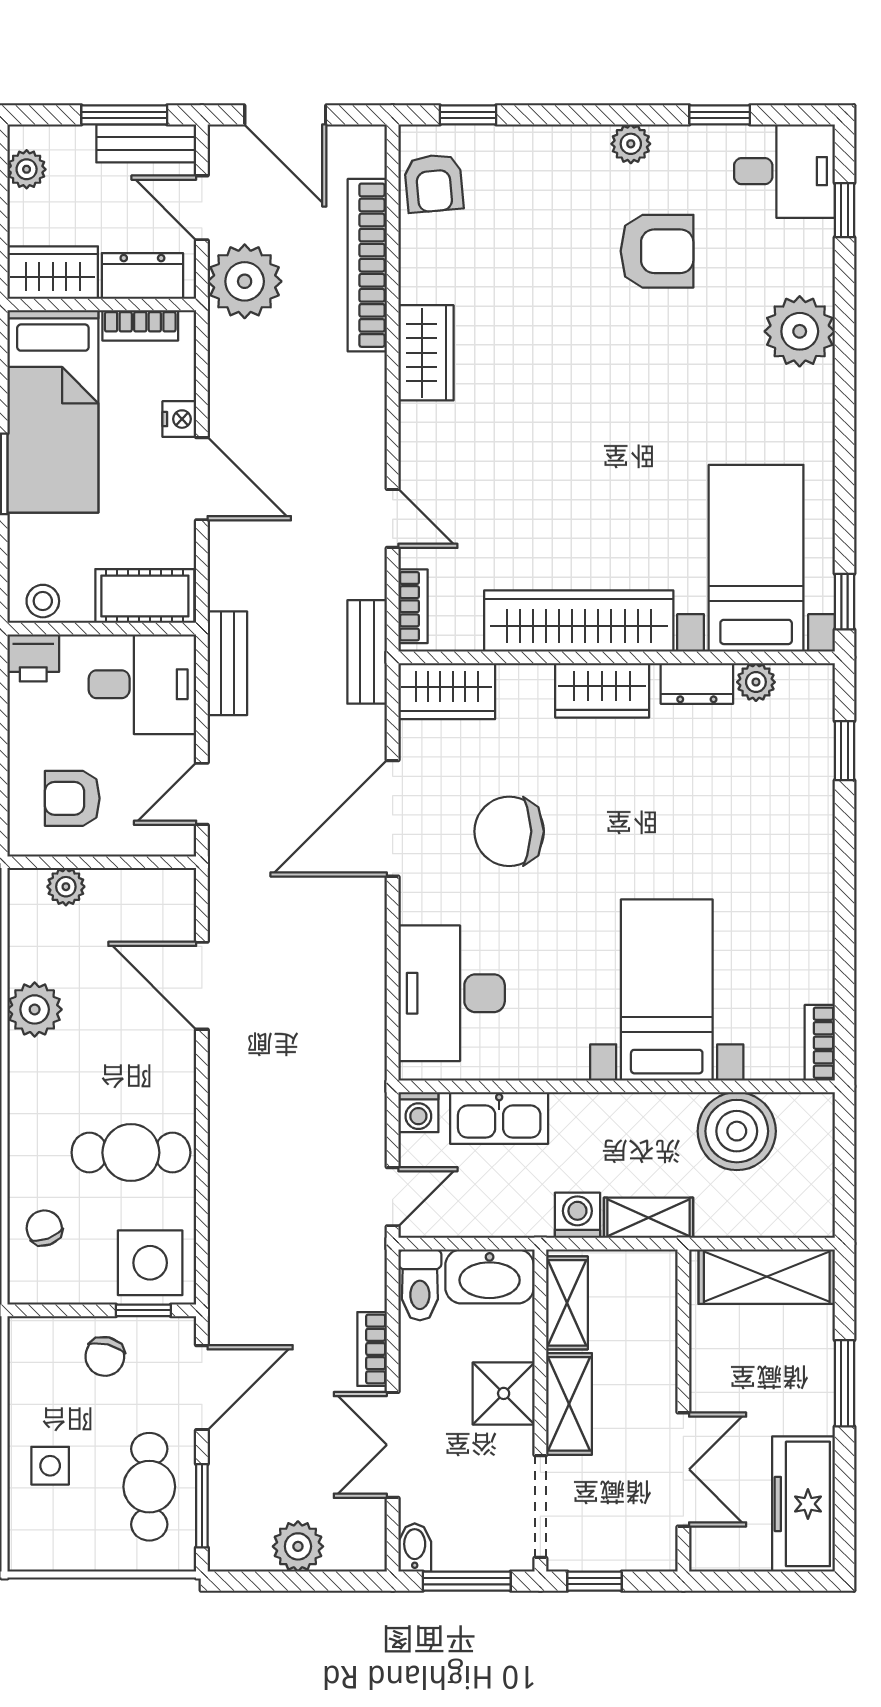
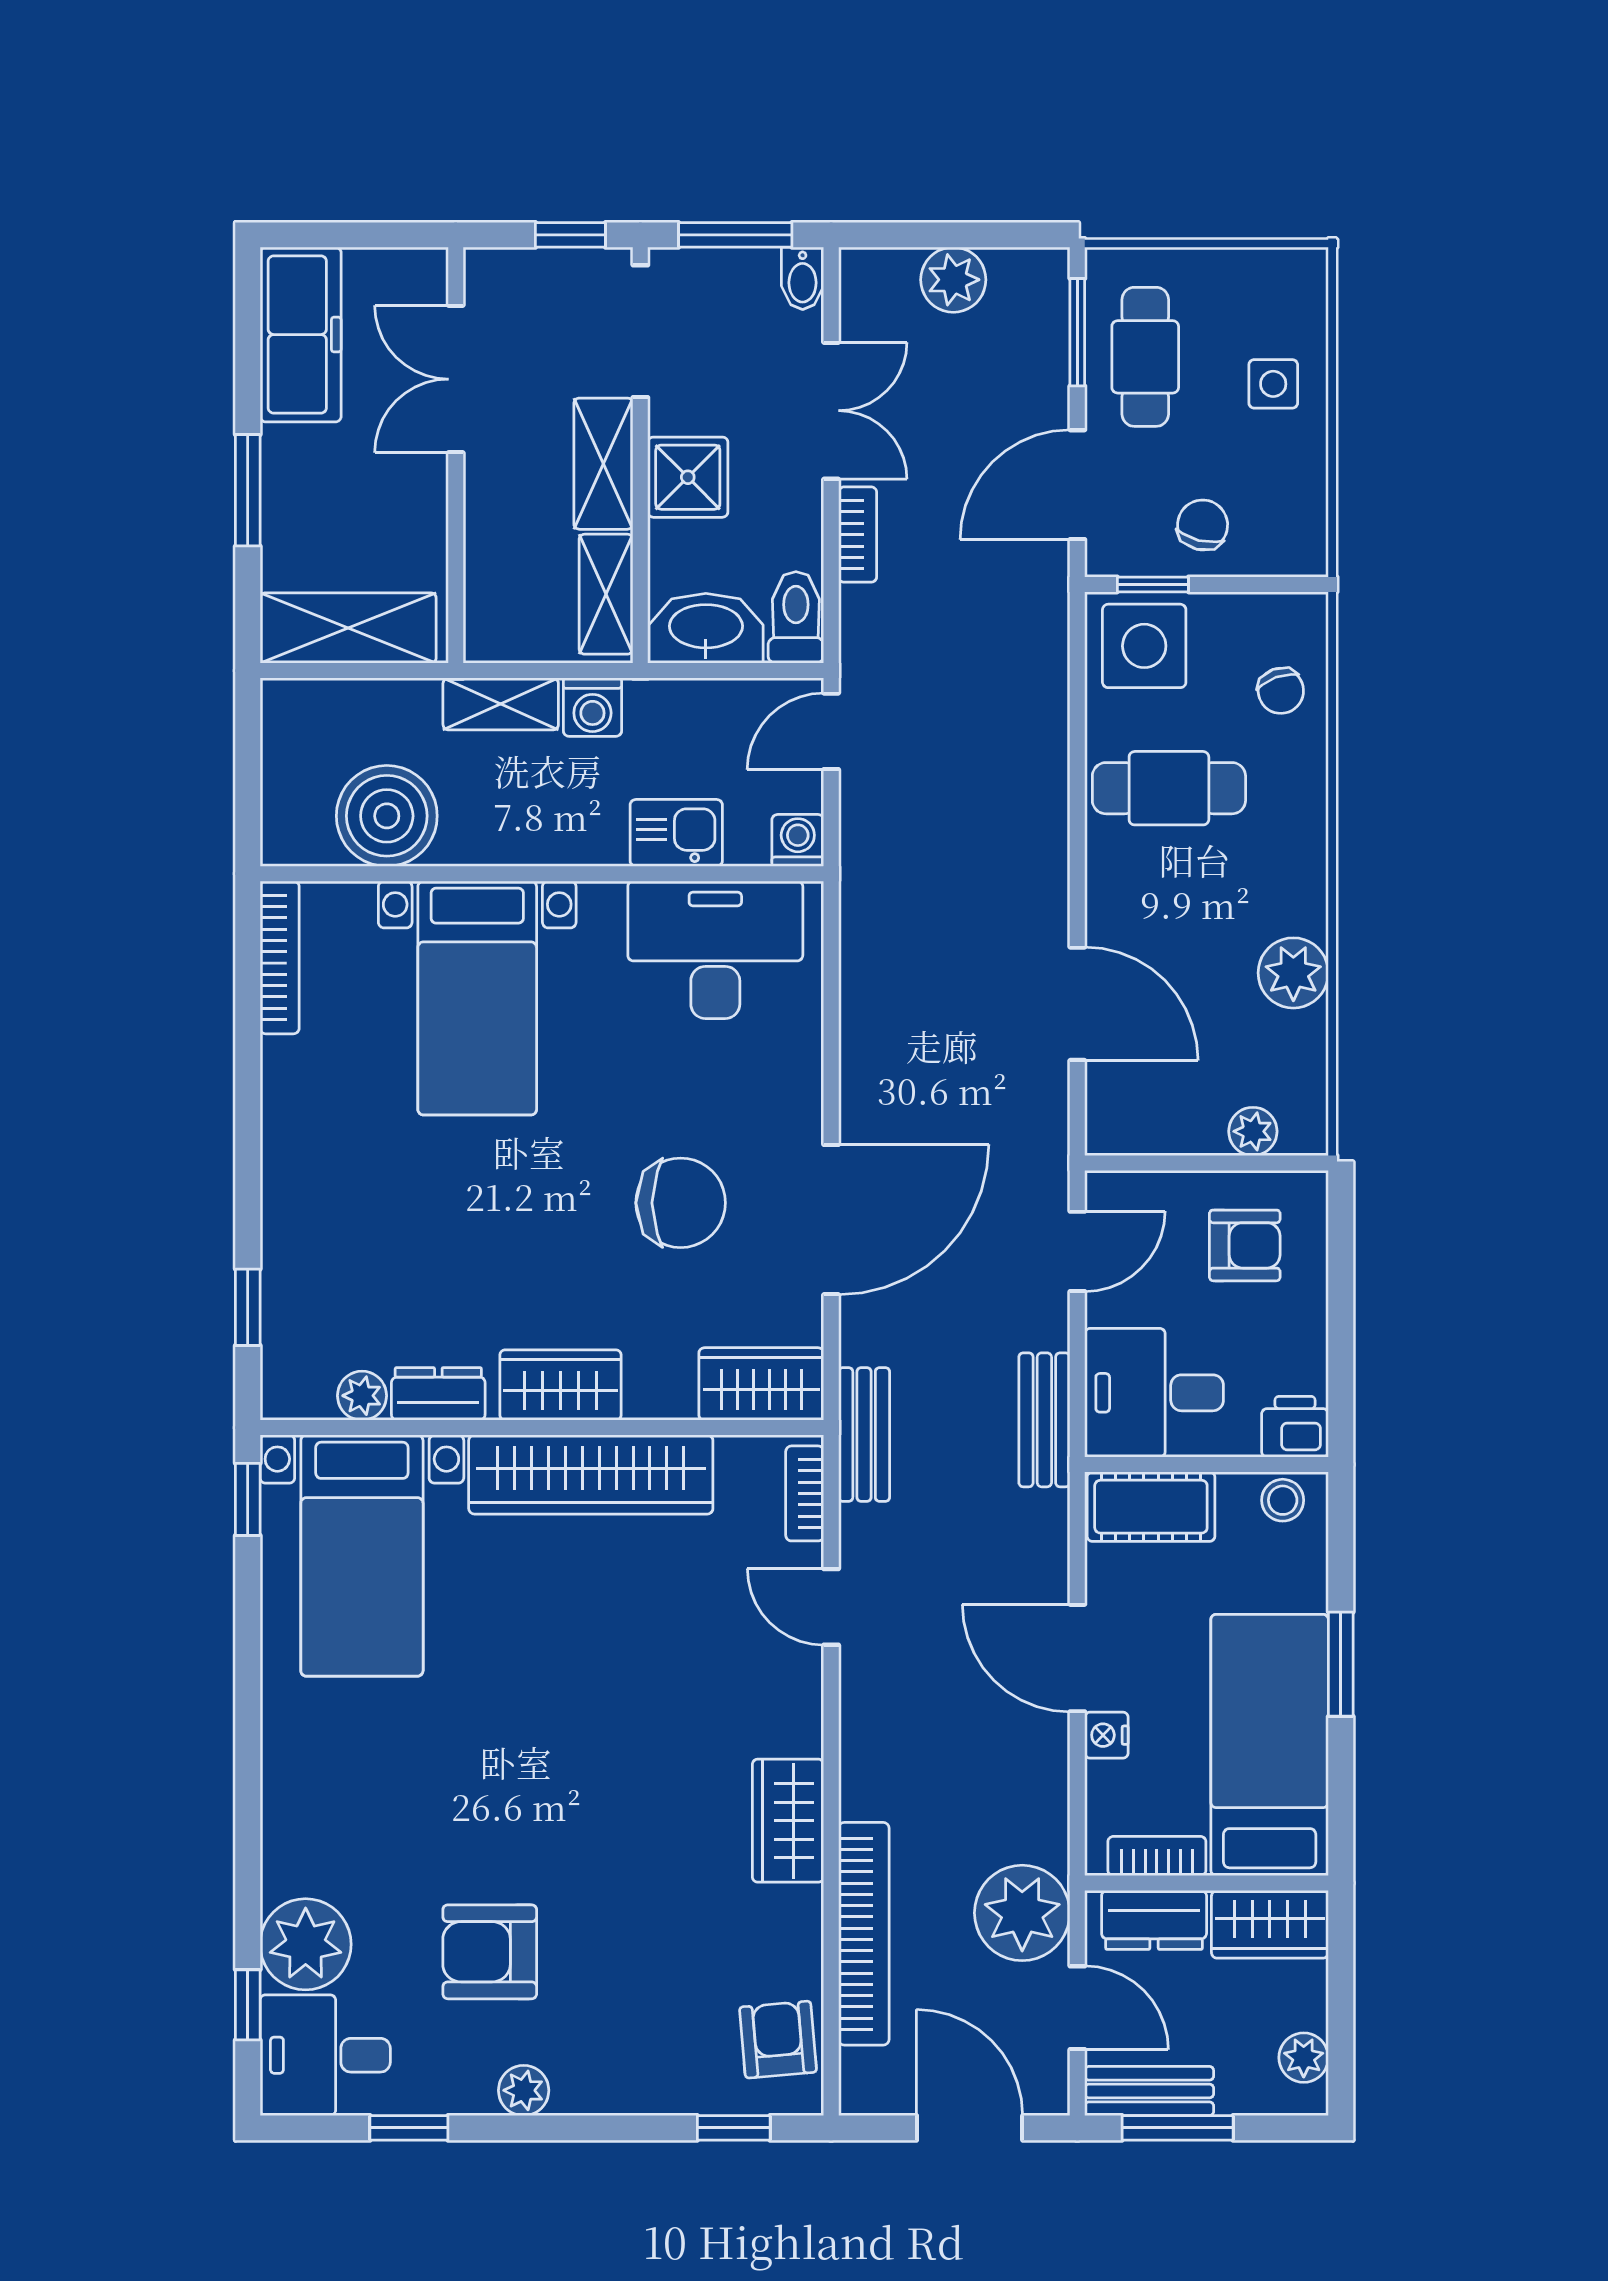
plant: (800, 331) -> (306, 1944), moved
desk: (452, 993) -> (715, 950), moved, turned -90
bookcase: (820, 1043) -> (280, 957), width x1.56
kitchen sink: (499, 1118) -> (676, 833), width x0.73

